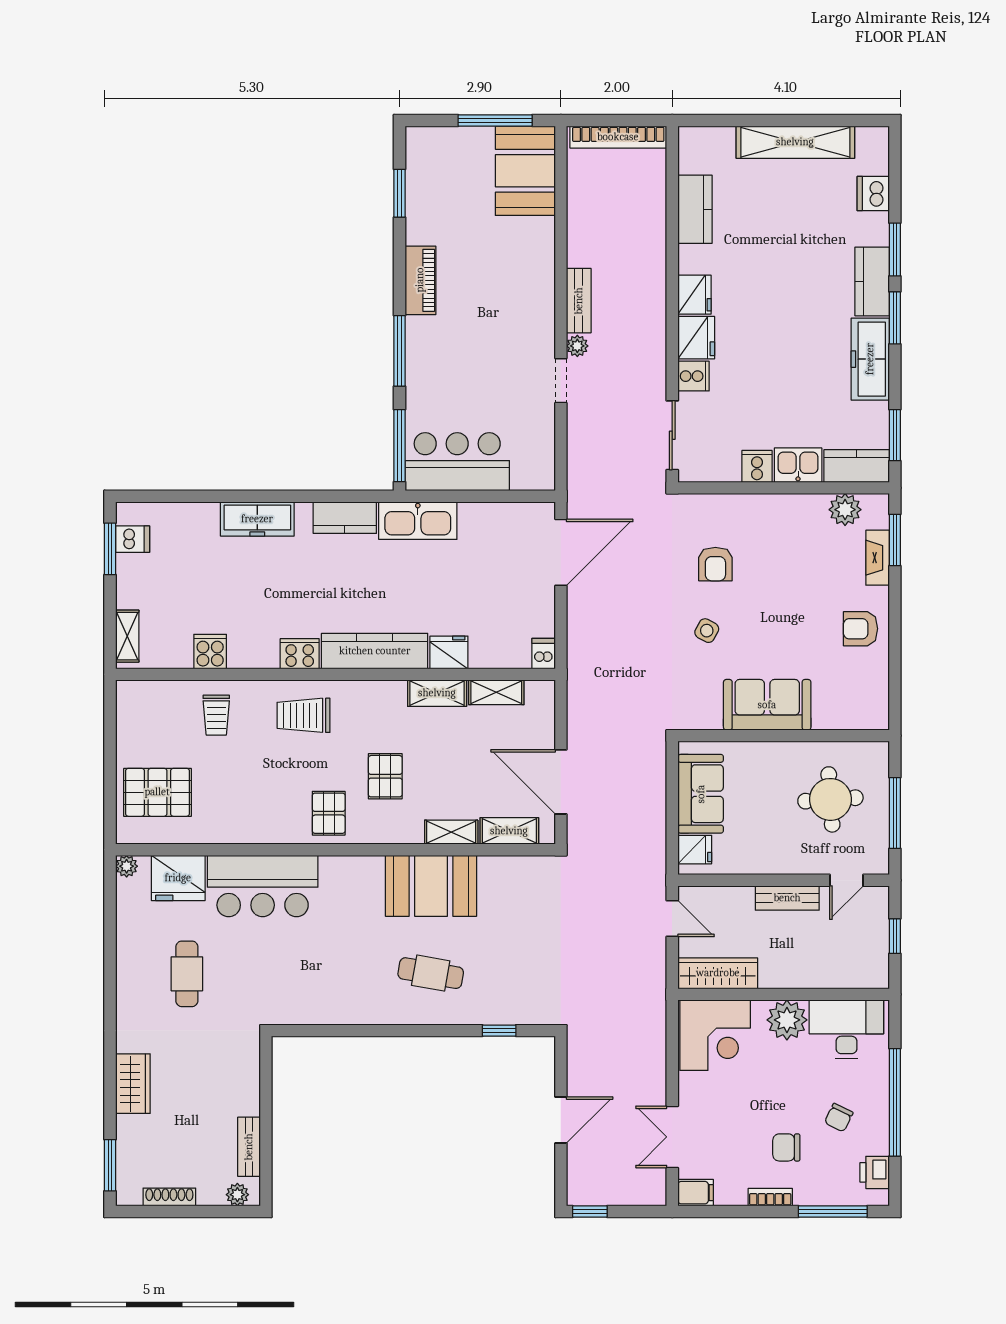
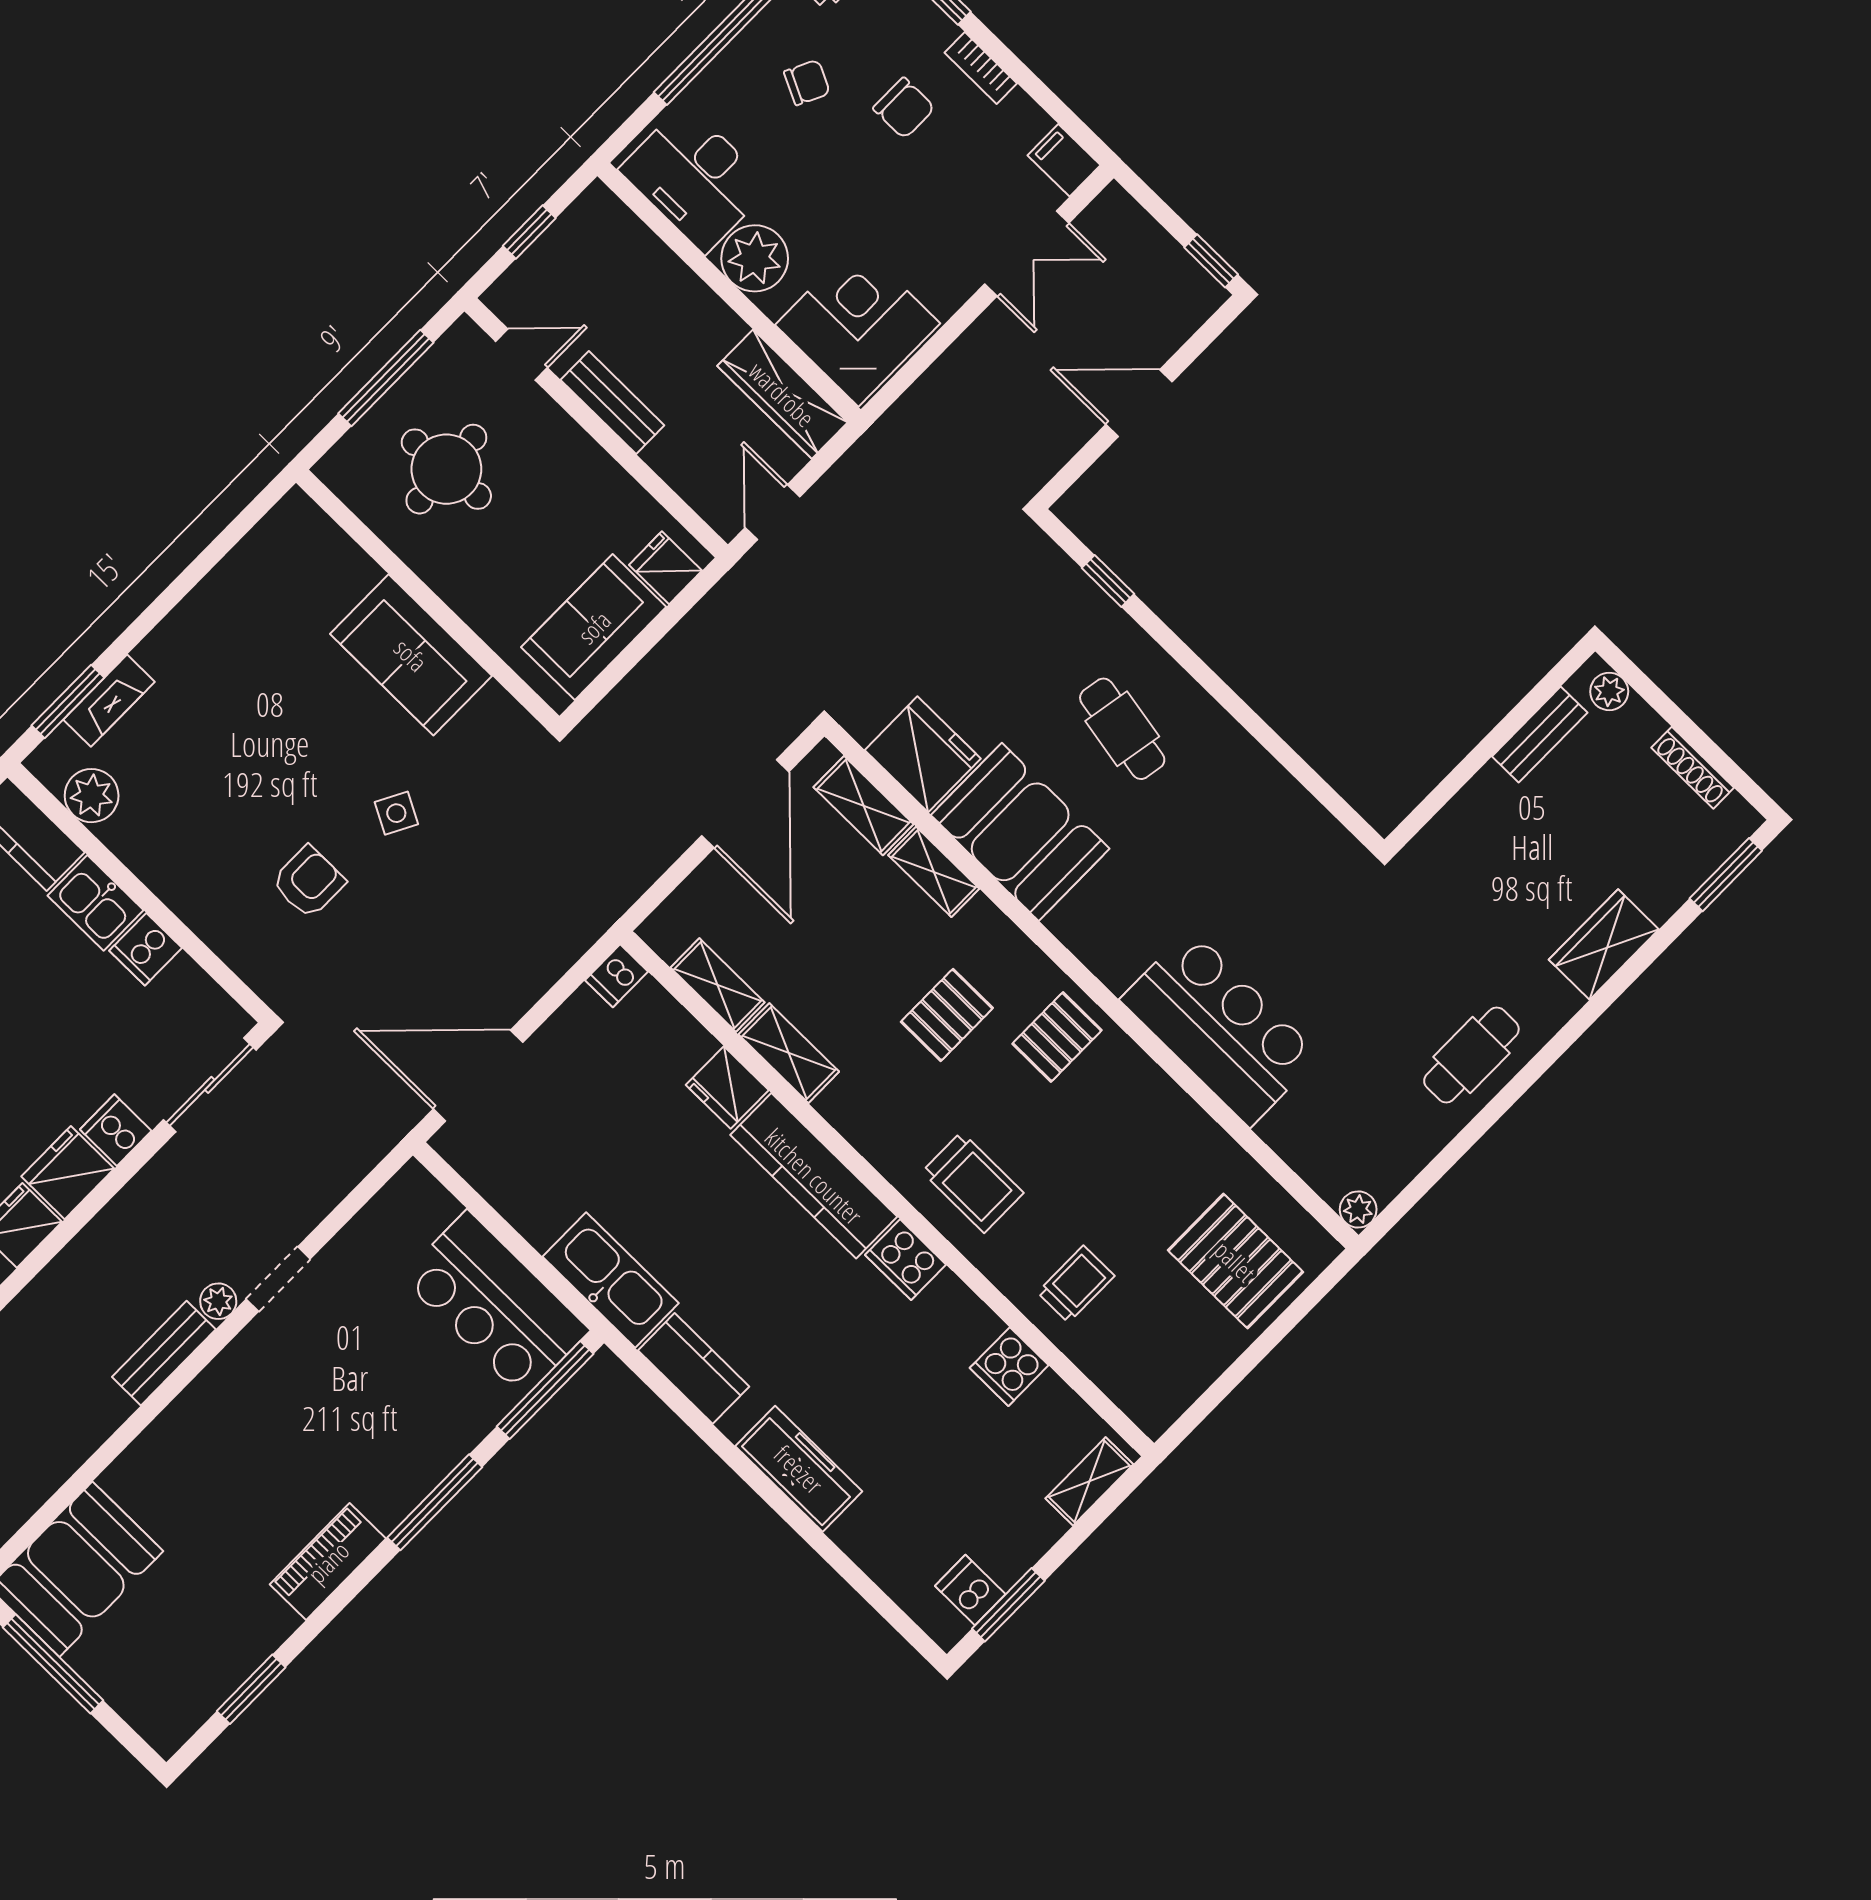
armchair: (860, 629) -> (212, 636), removed
fridge: (178, 878) -> (923, 754), moved
cafe table: (187, 974) -> (1471, 1055), moved

